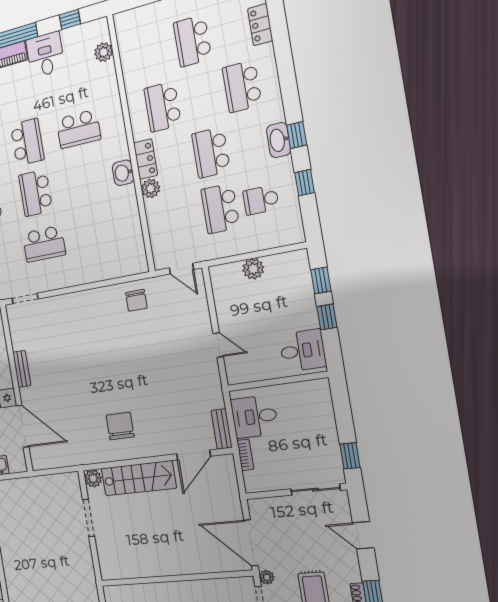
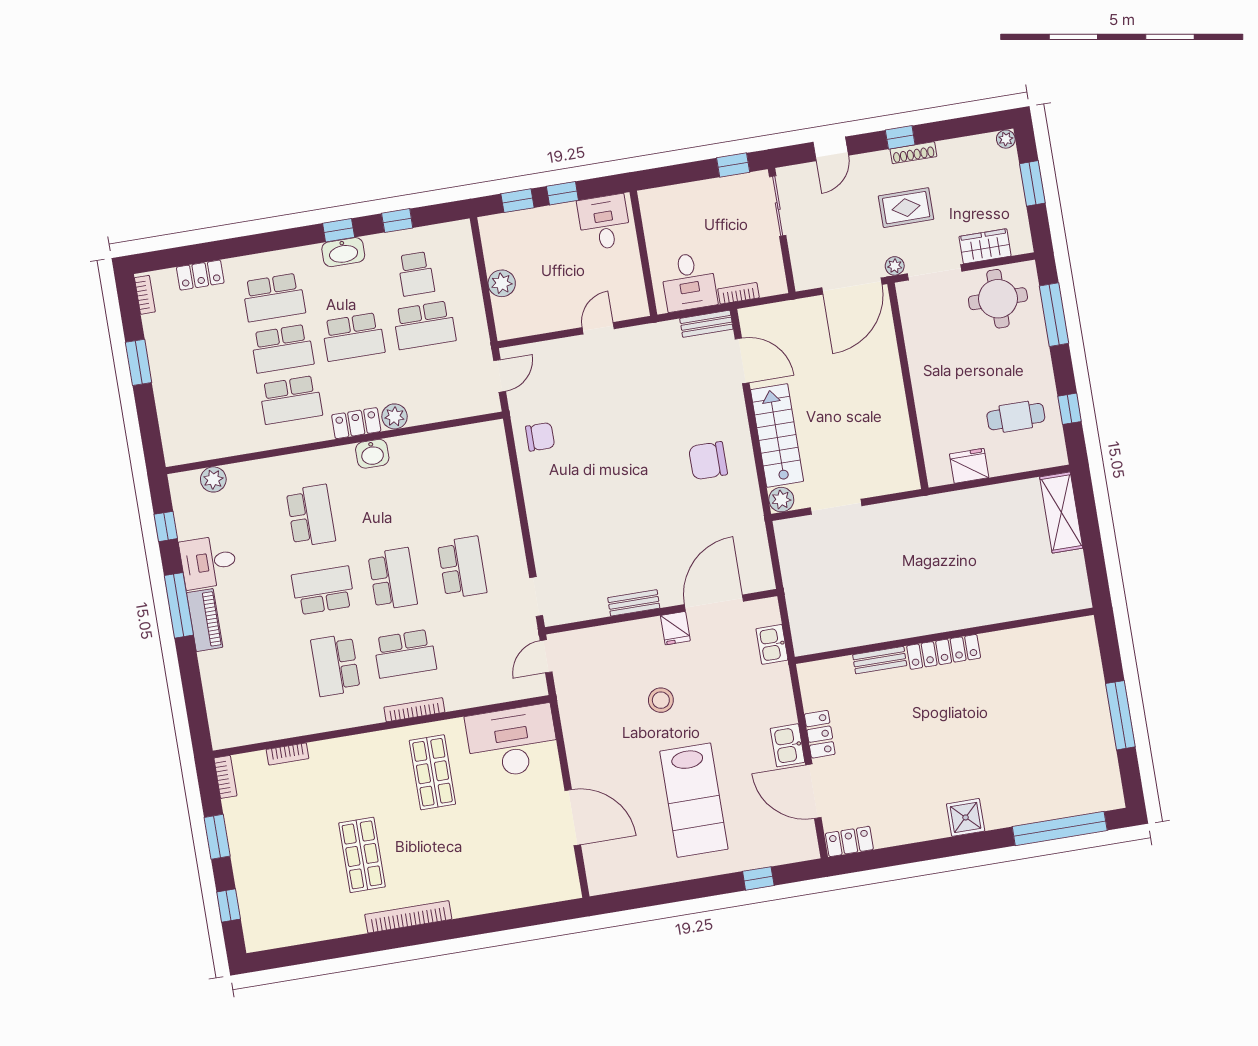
school desk: (192, 41) -> (282, 349), moved
school desk: (36, 193) -> (393, 579), turned -90

